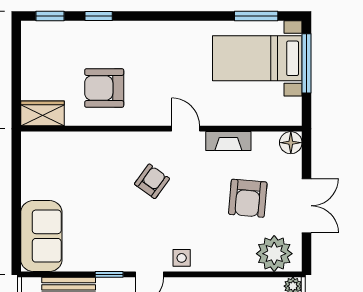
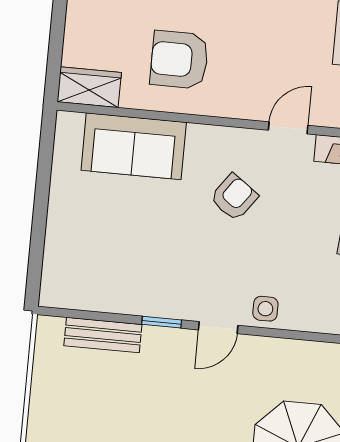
door: (186, 129) -> (288, 128), hinge flipped
sofa: (41, 236) -> (134, 146), moved, turned 90

